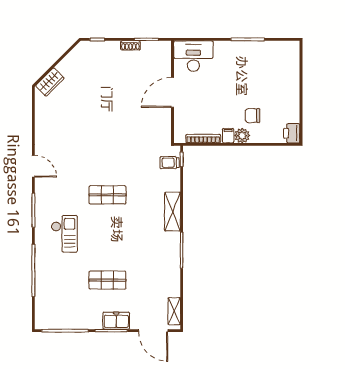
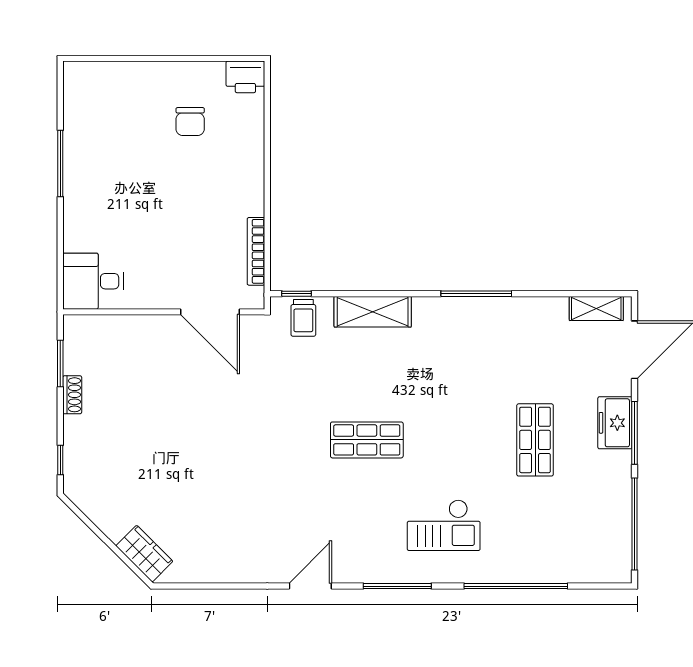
desk: (193, 56) -> (93, 281), width x0.73
door: (172, 92) -> (210, 312), moved
chair: (252, 116) -> (190, 122), moved
filing cabinet: (228, 136) -> (250, 202), removed
plant: (242, 136) -> (250, 175), removed
shop shelf: (108, 195) -> (367, 440), turned 90
shelving: (173, 212) -> (373, 312), moved
checkout: (64, 234) -> (444, 525), turned 180

